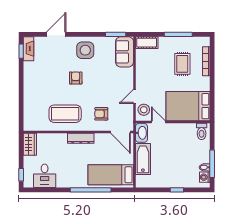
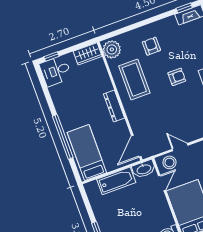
armchair: (101, 114) -> (151, 46), moved
plant: (34, 123) -> (112, 49), added
desk: (45, 176) -> (56, 71), moved

